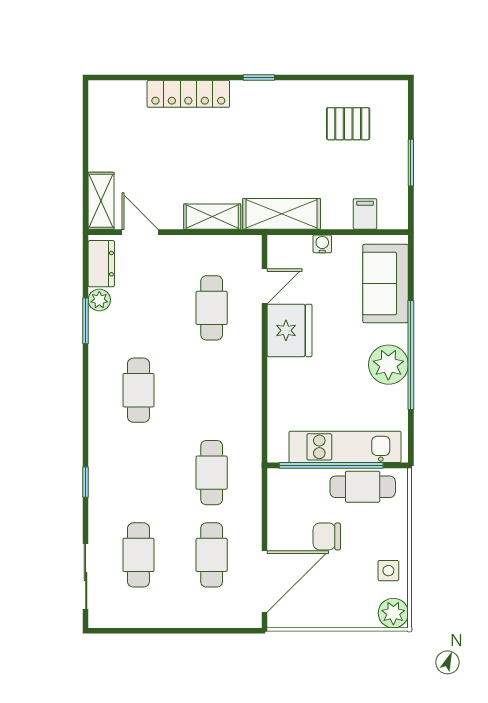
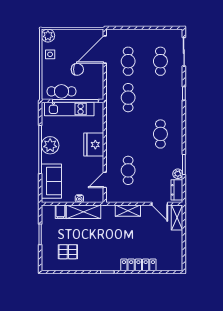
shelving: (282, 214) -> (84, 212), moved
fridge: (290, 330) -> (94, 145), moved

